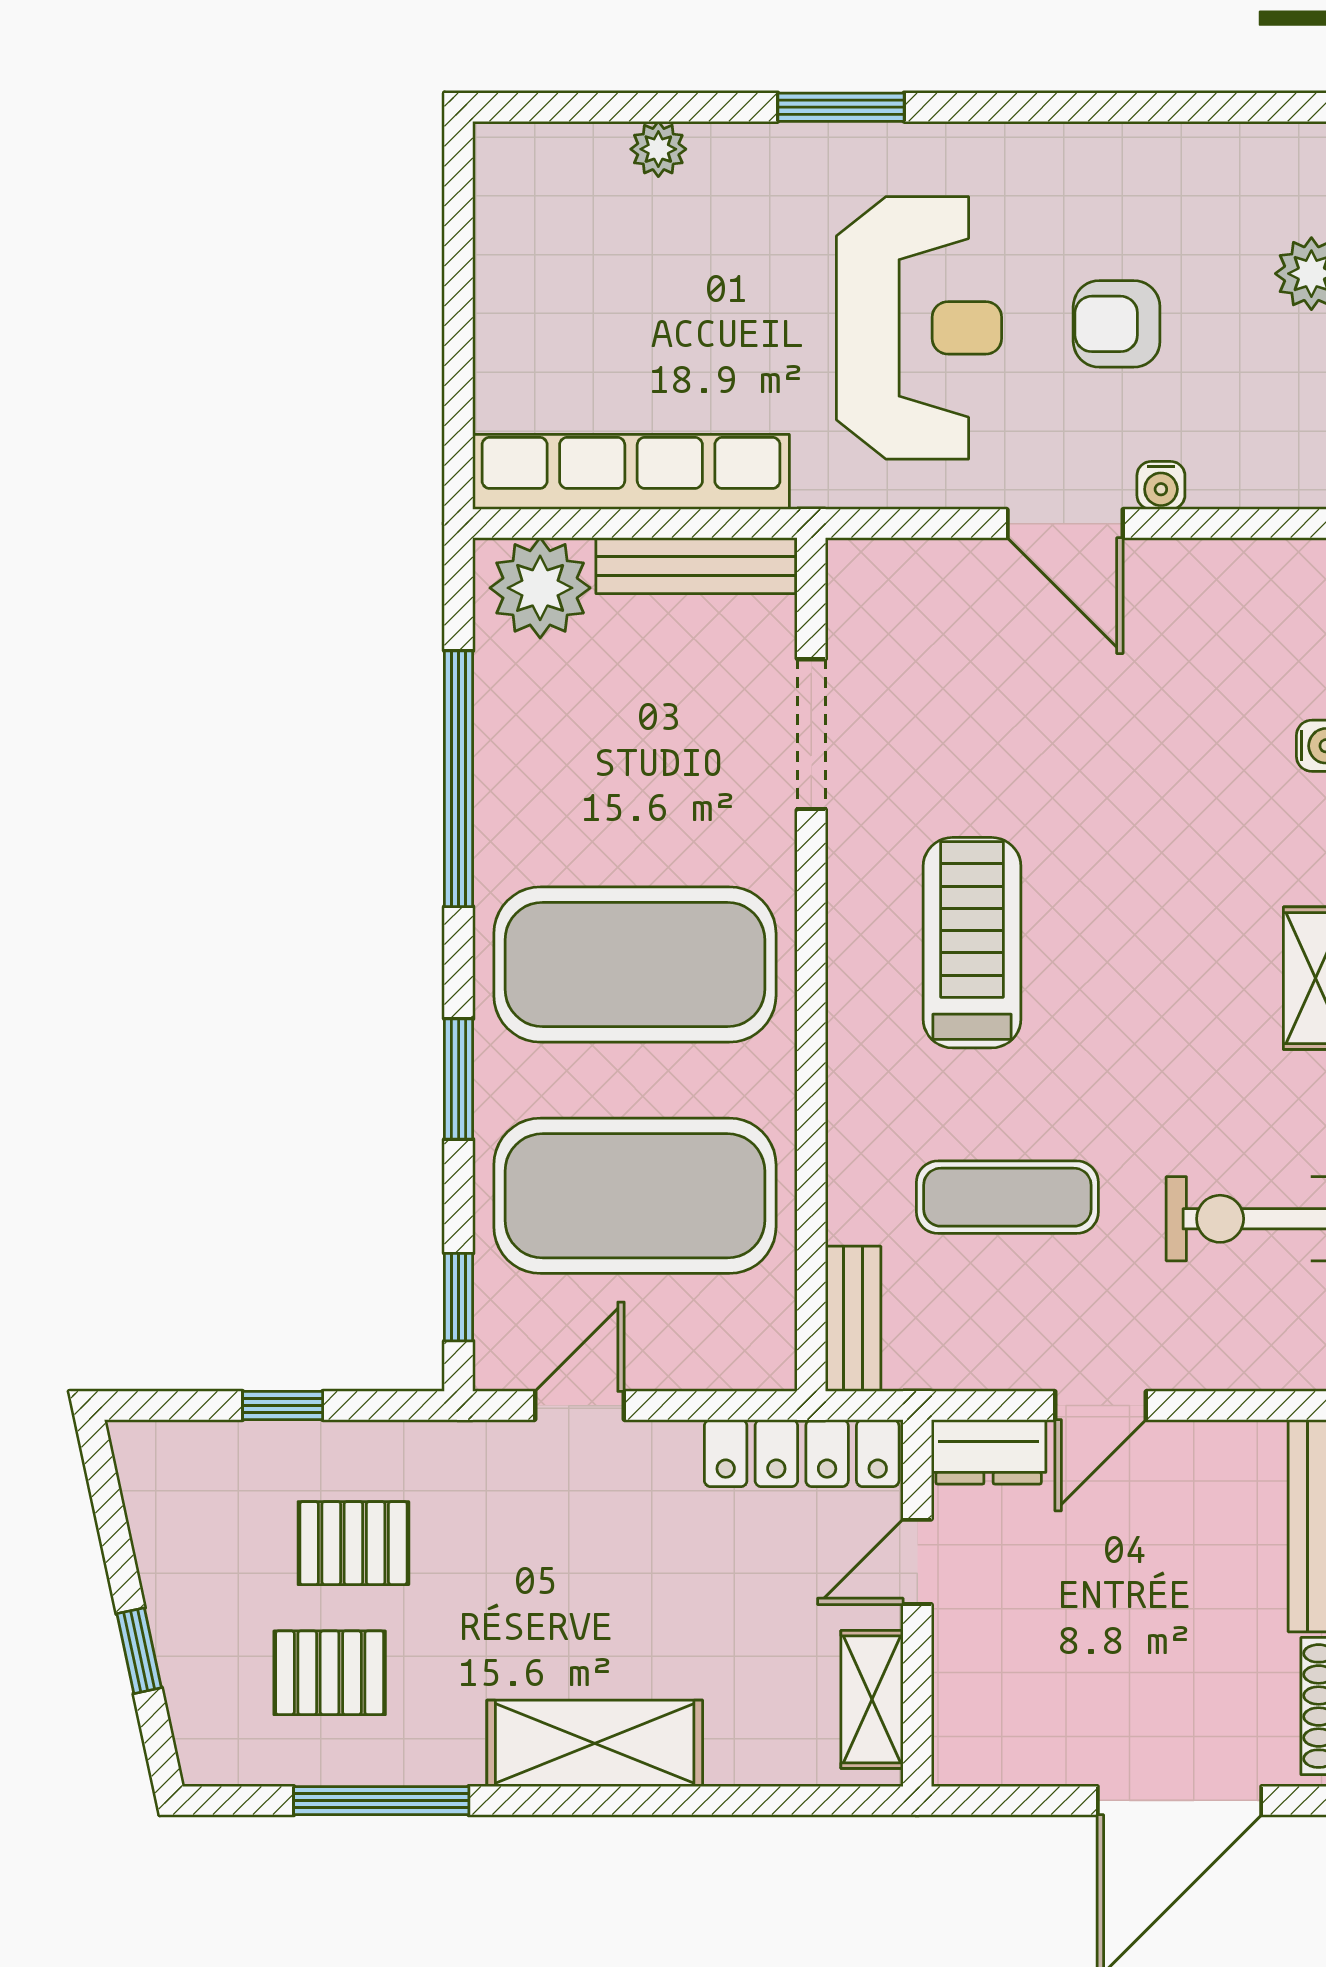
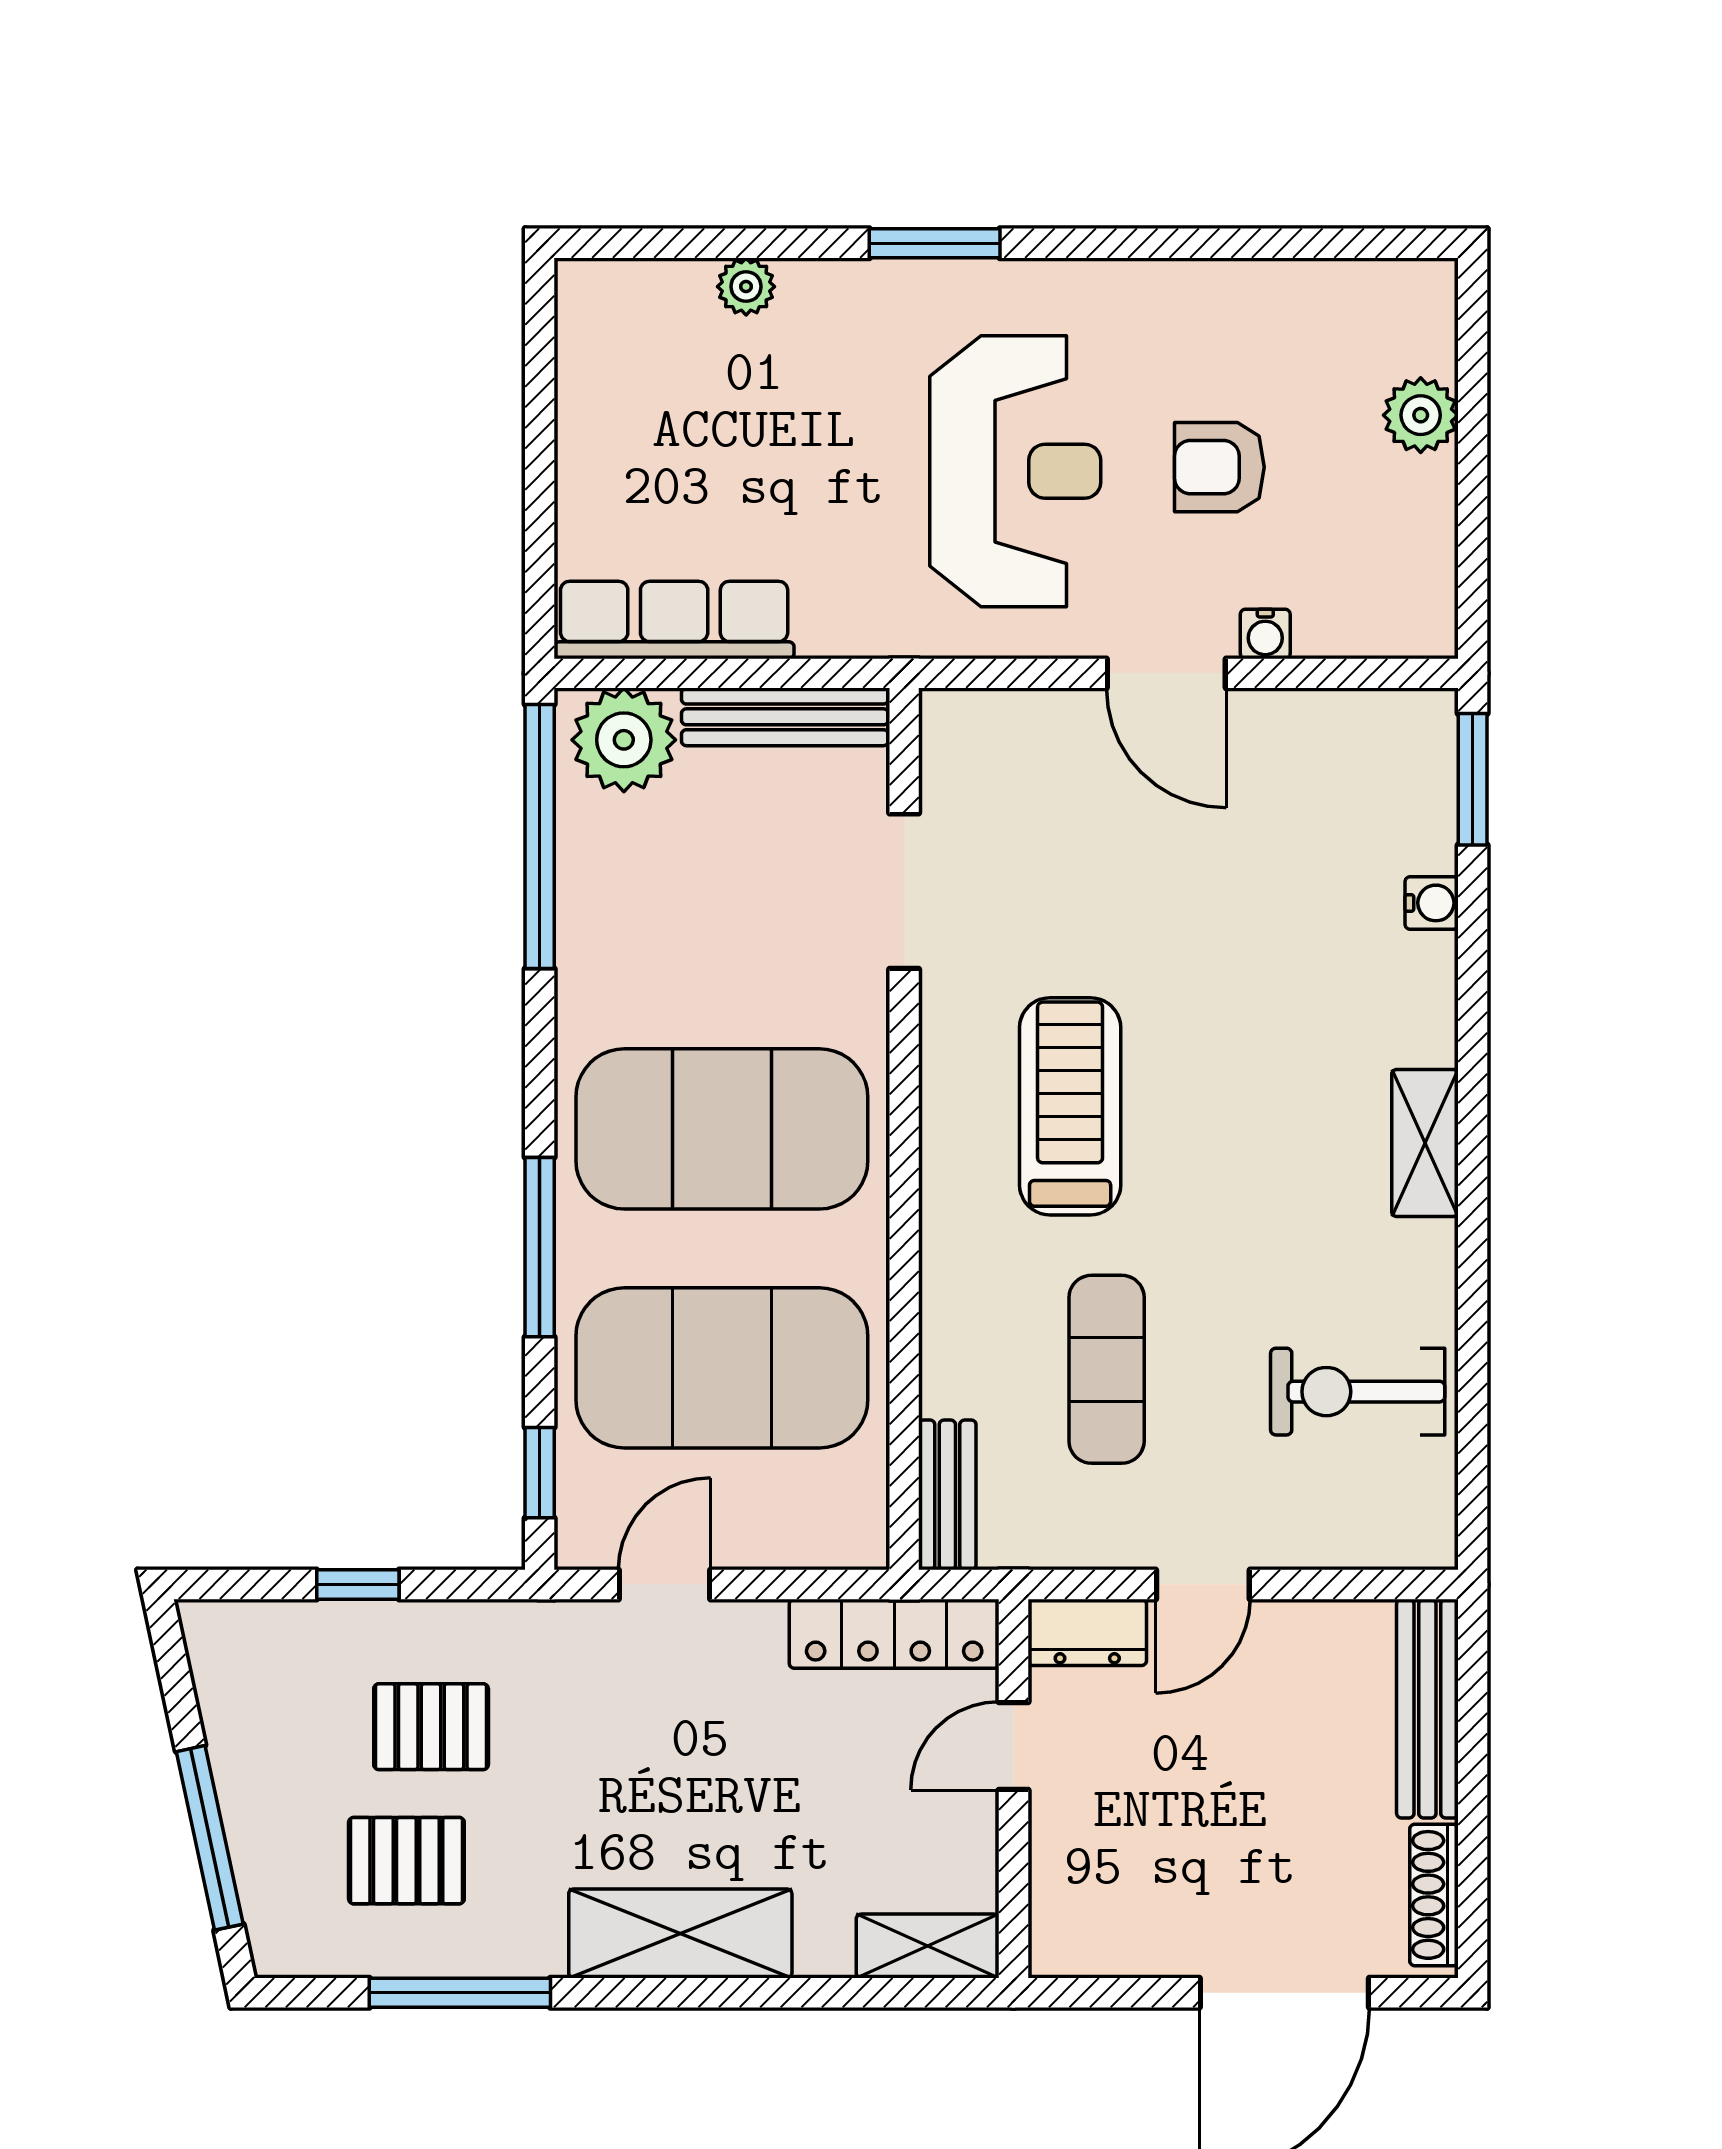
row of seats: (631, 472) -> (674, 620), width x0.73
window: (459, 779) -> (540, 836), moved
window: (459, 1079) -> (540, 1247), width x1.44
exercise mat: (1007, 1197) -> (1107, 1369), turned 90
window: (139, 1651) -> (210, 1838), width x2.17
shelving: (872, 1699) -> (928, 1946), moved, turned 90

